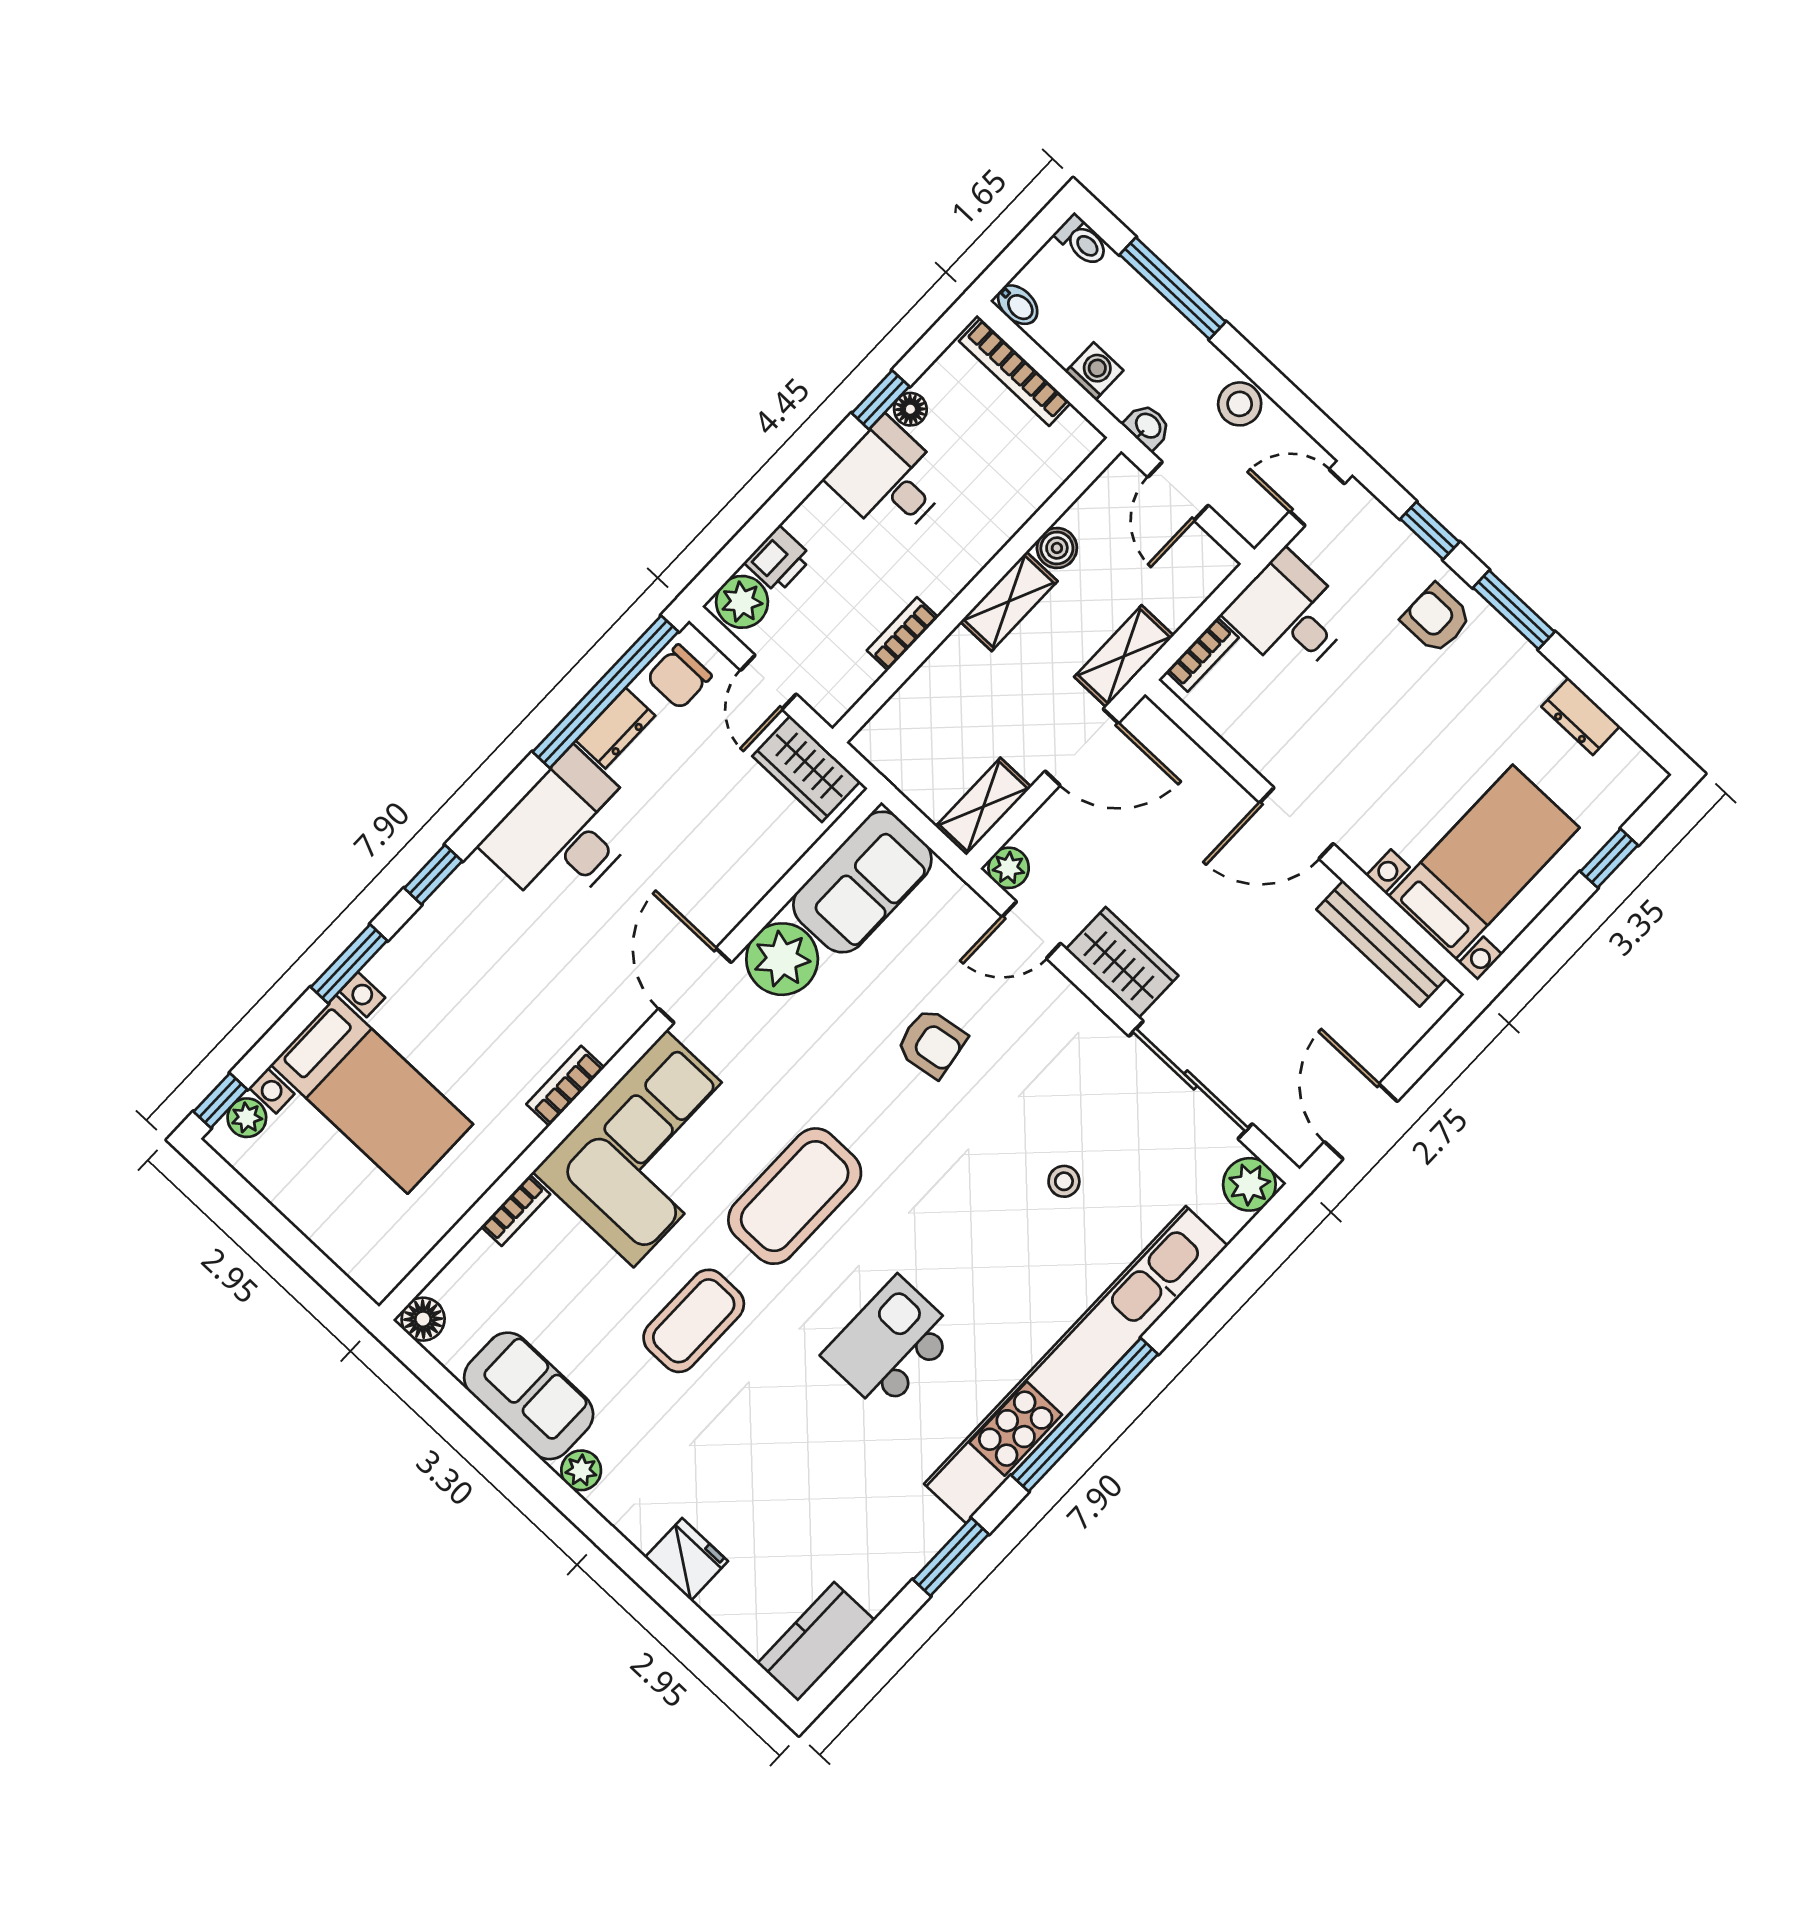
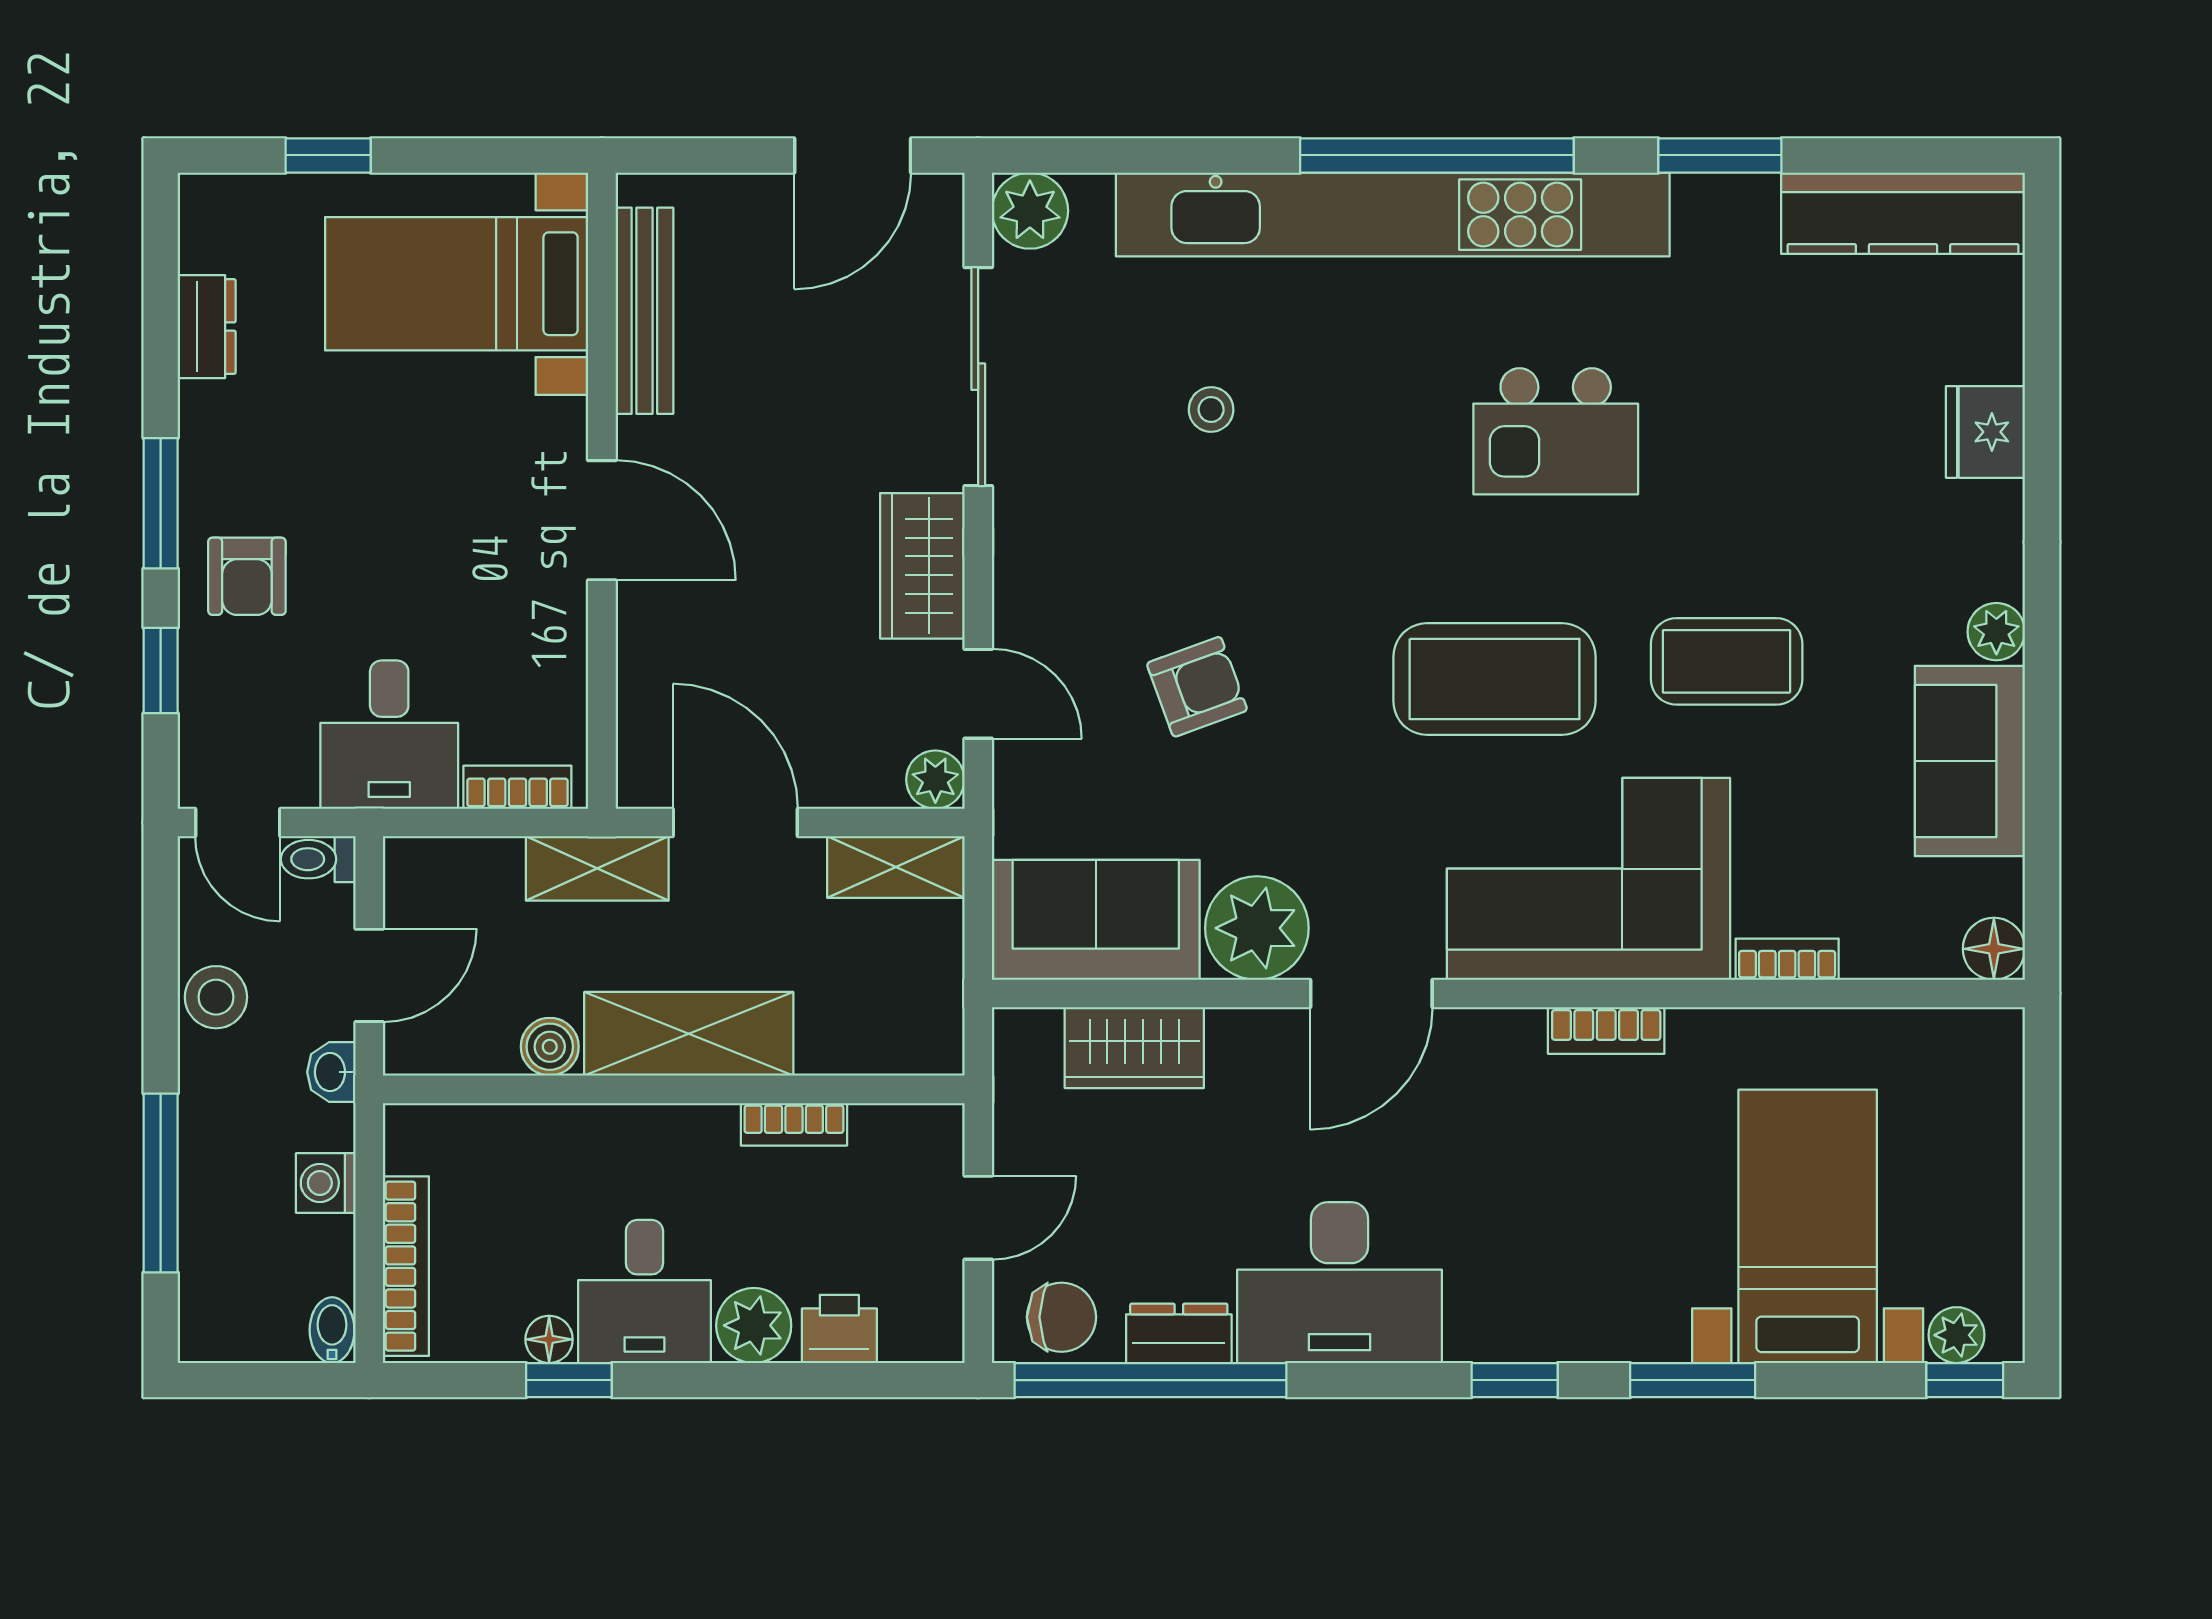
toilet: (1082, 241) -> (318, 859), moved, turned -90
shelving: (1009, 601) -> (689, 1034), width x1.50, depth x1.33
plant: (742, 602) -> (754, 1325), moved
wardrobe: (806, 769) -> (1134, 1048), moved, turned 90
armchair: (931, 1043) -> (1197, 687), turned 79
kitchen counter: (816, 1642) -> (1903, 213), width x1.50

